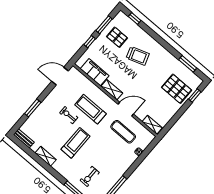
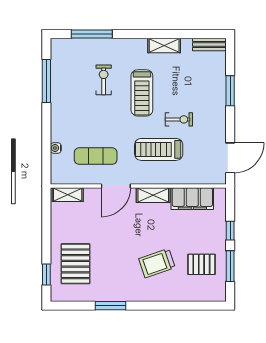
window: (135, 18) -> (200, 306), removed
window: (188, 64) -> (111, 306), moved
pallet: (177, 89) -> (75, 264), turned 90
treadmill: (91, 109) -> (159, 149), turned 180
exercise bike: (90, 176) -> (104, 80), moved

